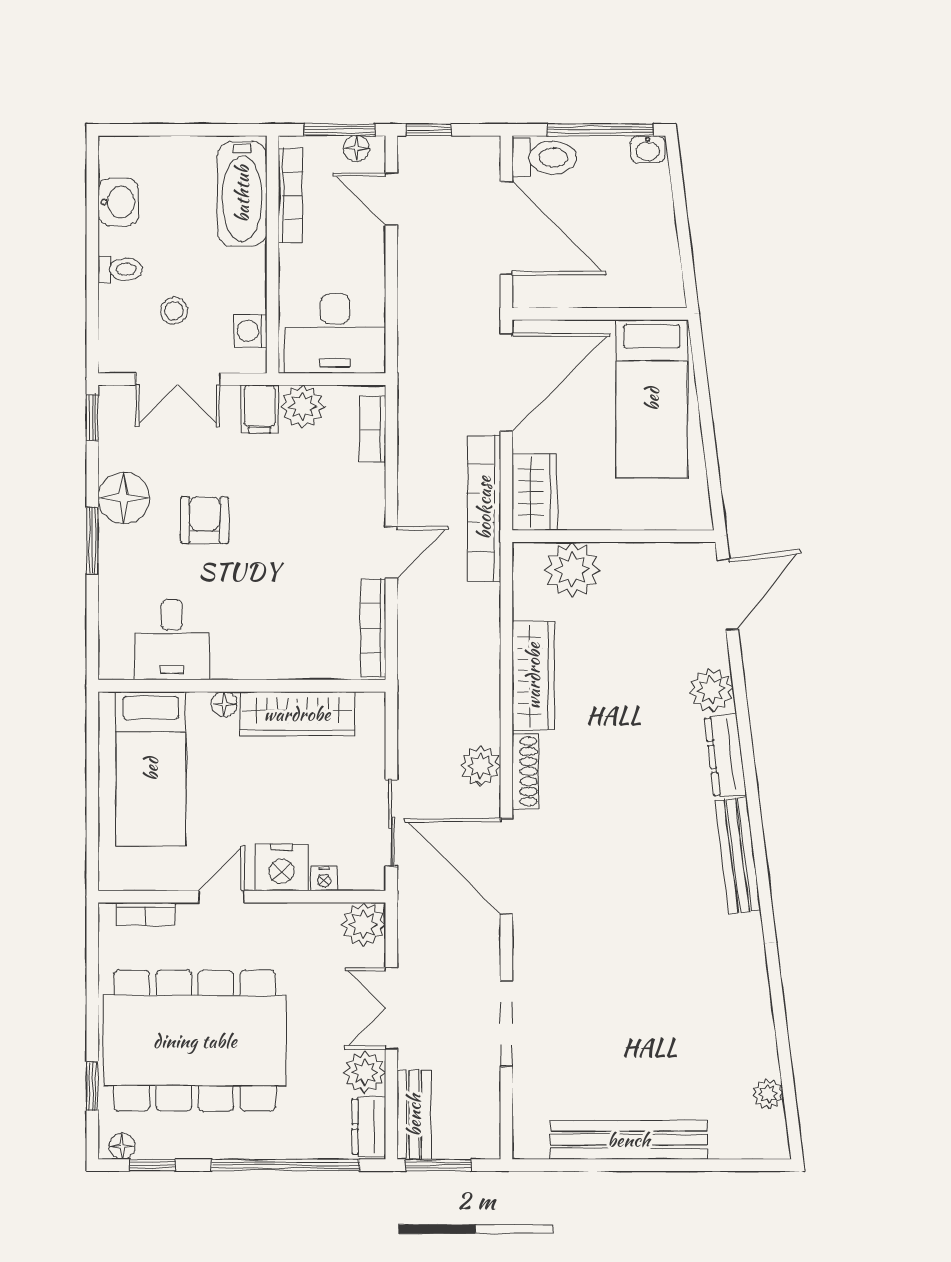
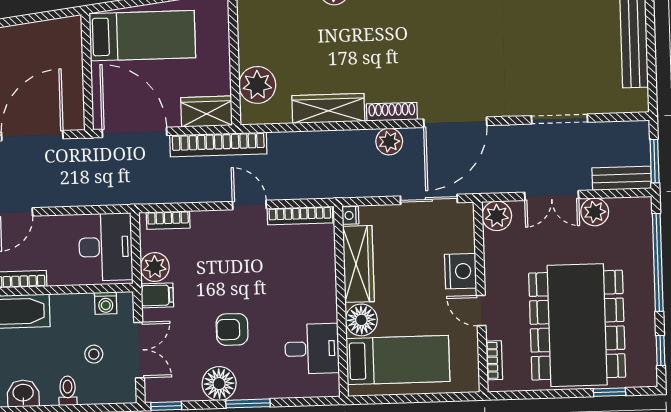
floor lamp: (224, 704) -> (361, 320), width x1.89, depth x1.89
nightstand: (324, 879) -> (350, 215), moved, turned 180
dresser: (369, 1126) -> (630, 208), removed
floor lamp: (122, 1146) -> (649, 371), removed

